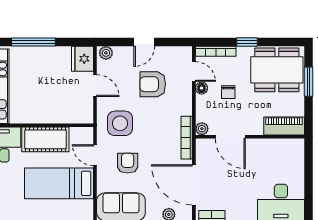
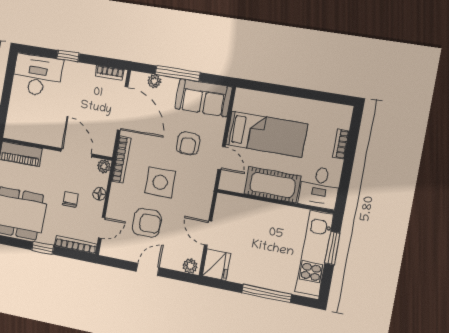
door: (194, 72) -> (102, 228), swing flipped
floor lamp: (202, 88) -> (100, 194), moved
side table: (120, 123) -> (160, 182), moved

